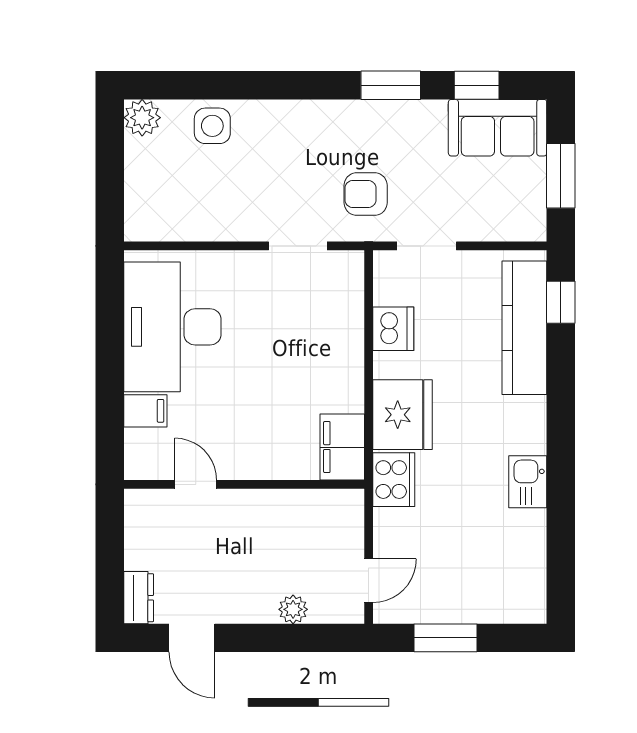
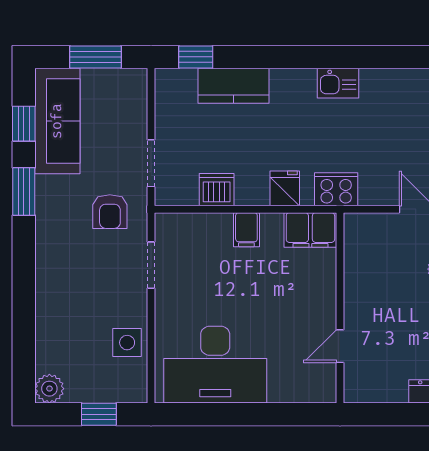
side table: (212, 126) -> (127, 343), moved
sofa: (498, 128) -> (57, 121), width x1.36
window: (110, 180) -> (99, 414), added
kitchen counter: (524, 328) -> (234, 86), width x0.67
filing cabinet: (145, 411) -> (246, 230), moved, turned 180
fridge: (402, 415) -> (285, 188), width x0.53, depth x0.75

